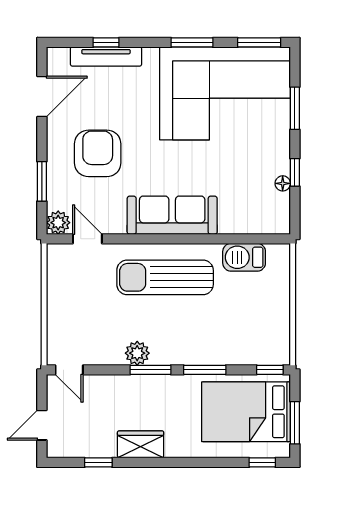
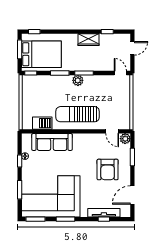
sofa: (172, 215) -> (52, 142), moved
sun lounger: (165, 277) -> (78, 114), turned 180
plant: (137, 353) -> (78, 80), moved

